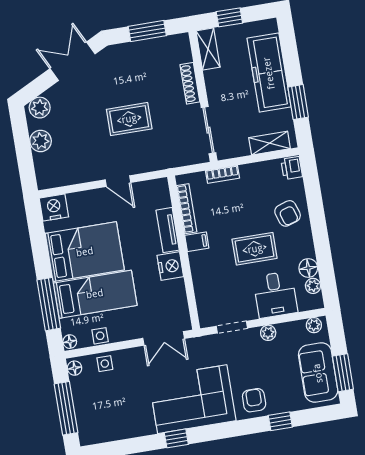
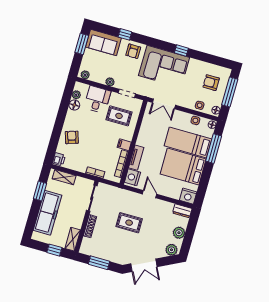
dresser: (52, 179) -> (182, 211), added
rug: (255, 249) -> (119, 116), moved
nightstand: (170, 266) -> (132, 177), moved
double door: (164, 338) -> (164, 104), swing flipped
sofa: (318, 373) -> (103, 42), moved, turned 90
armchair: (103, 409) -> (211, 83), added

